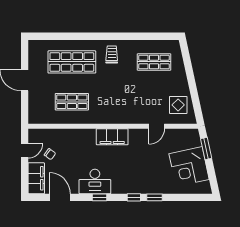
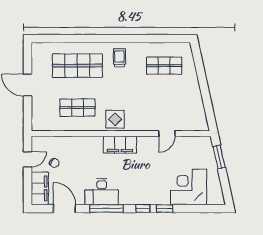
display table: (178, 105) -> (115, 119), moved
corner desk: (189, 167) -> (189, 187), moved, turned 102
window: (100, 197) -> (107, 209), width x2.17

